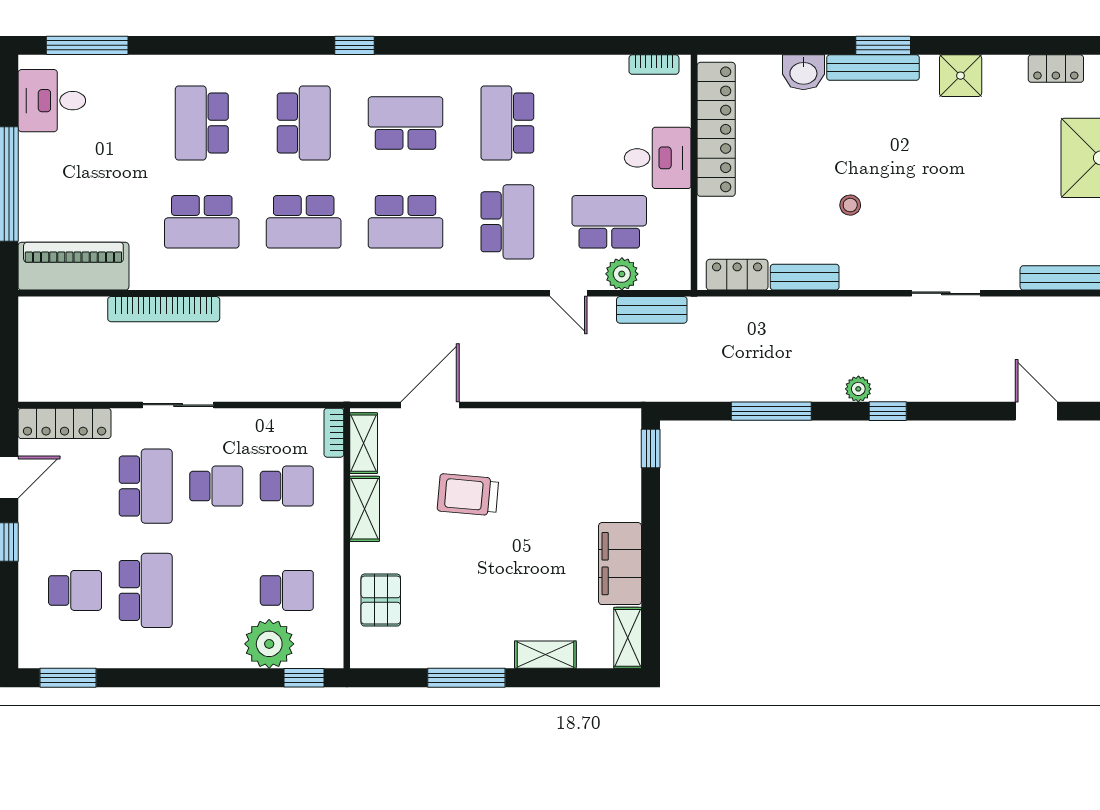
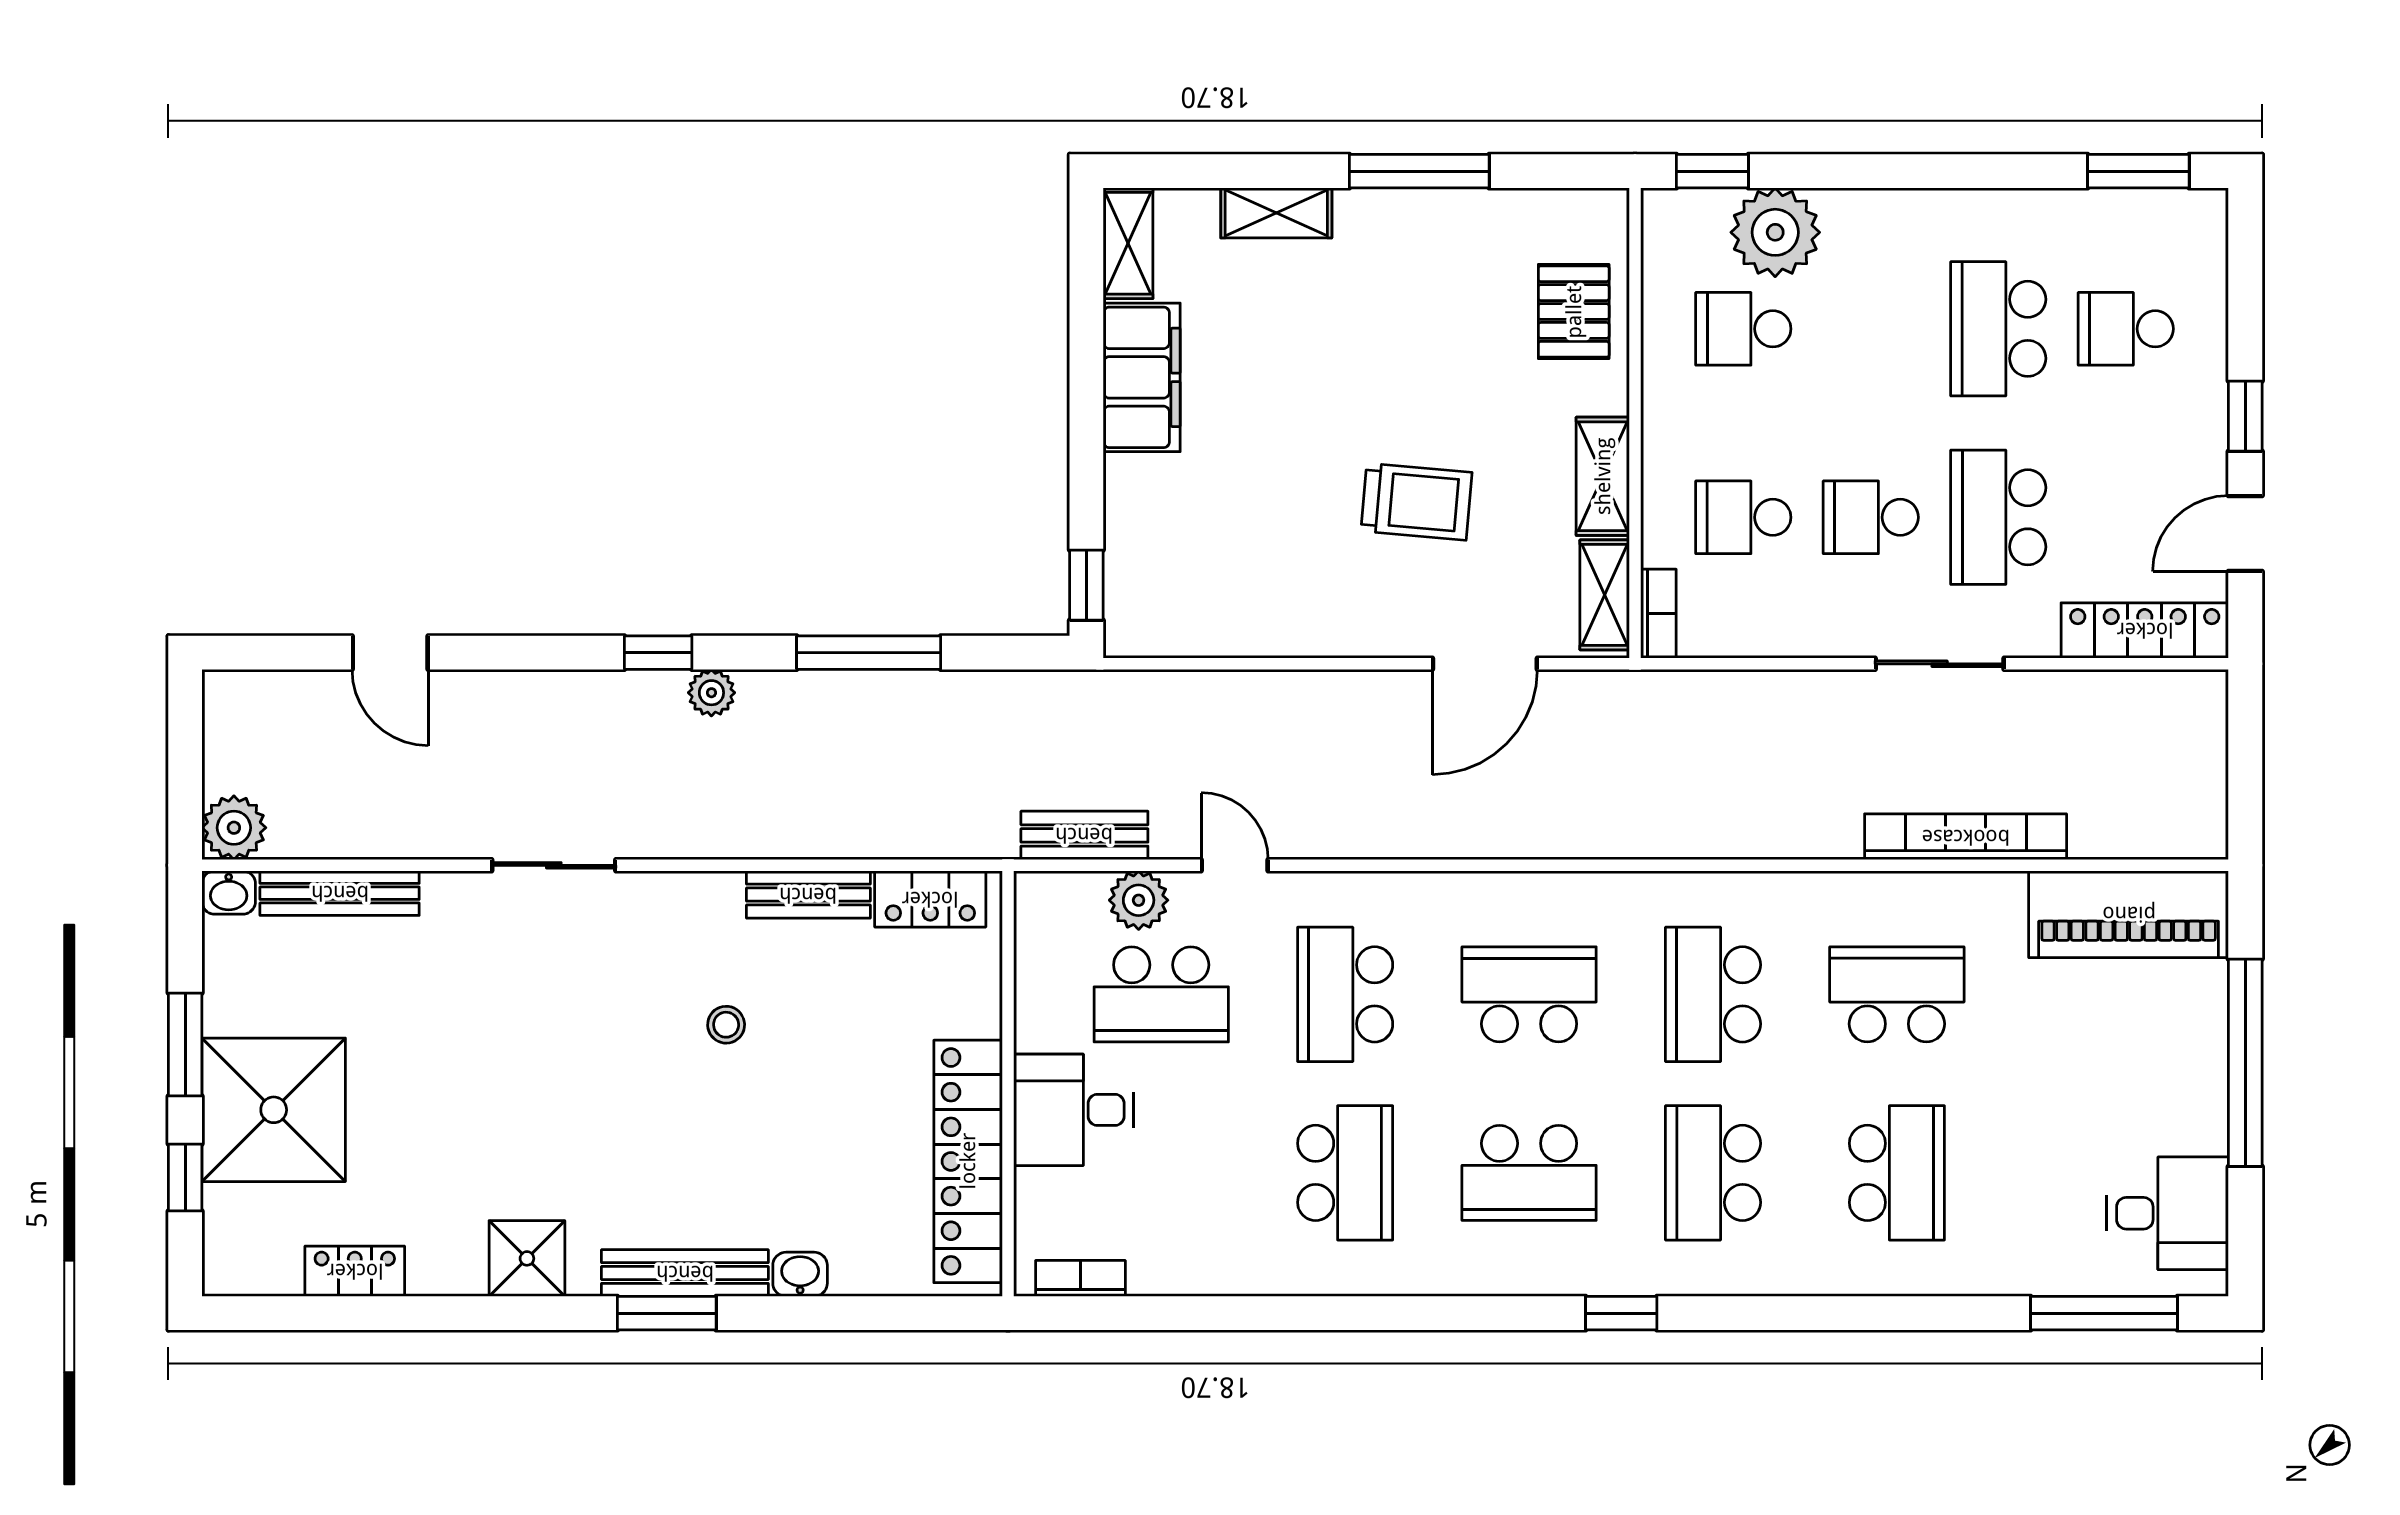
washbasin: (803, 72) -> (800, 1274), width x0.72, depth x0.69
school desk: (304, 222) -> (1713, 994), turned -90

